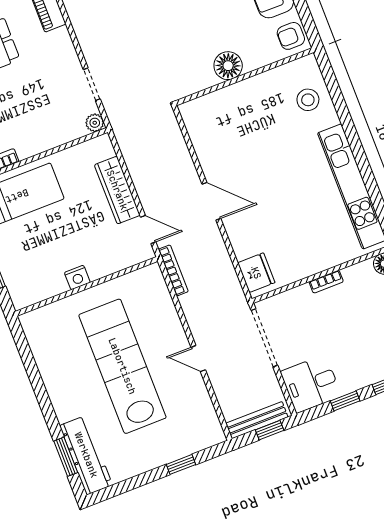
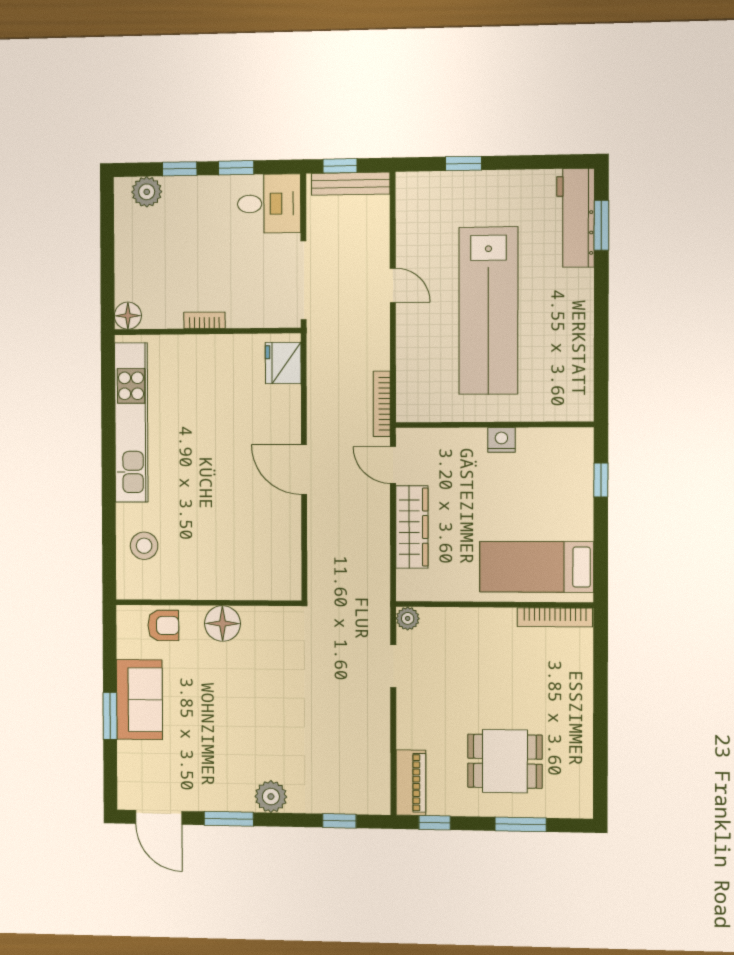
armchair: (291, 36) -> (163, 625), moved

